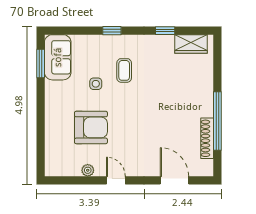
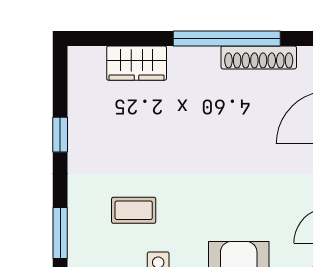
window: (112, 31) -> (60, 233), width x1.50
wardrobe: (191, 44) -> (137, 63), moved, turned 90

